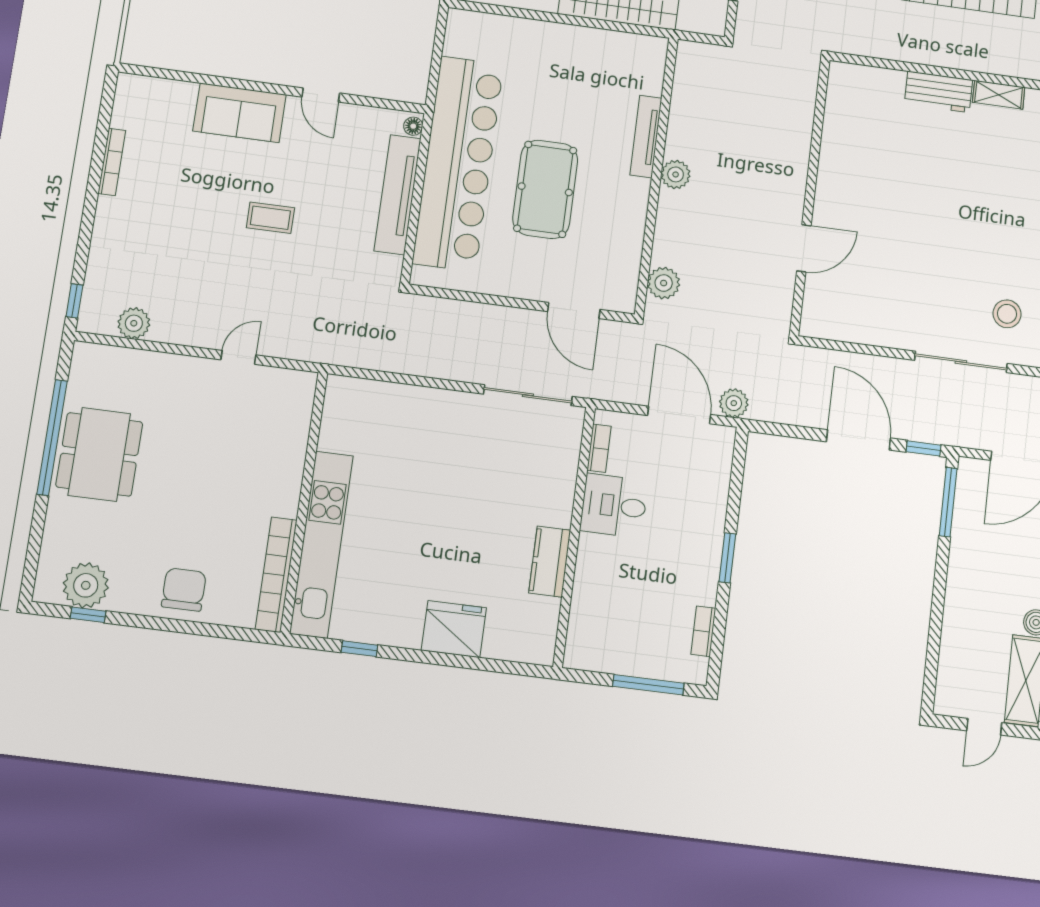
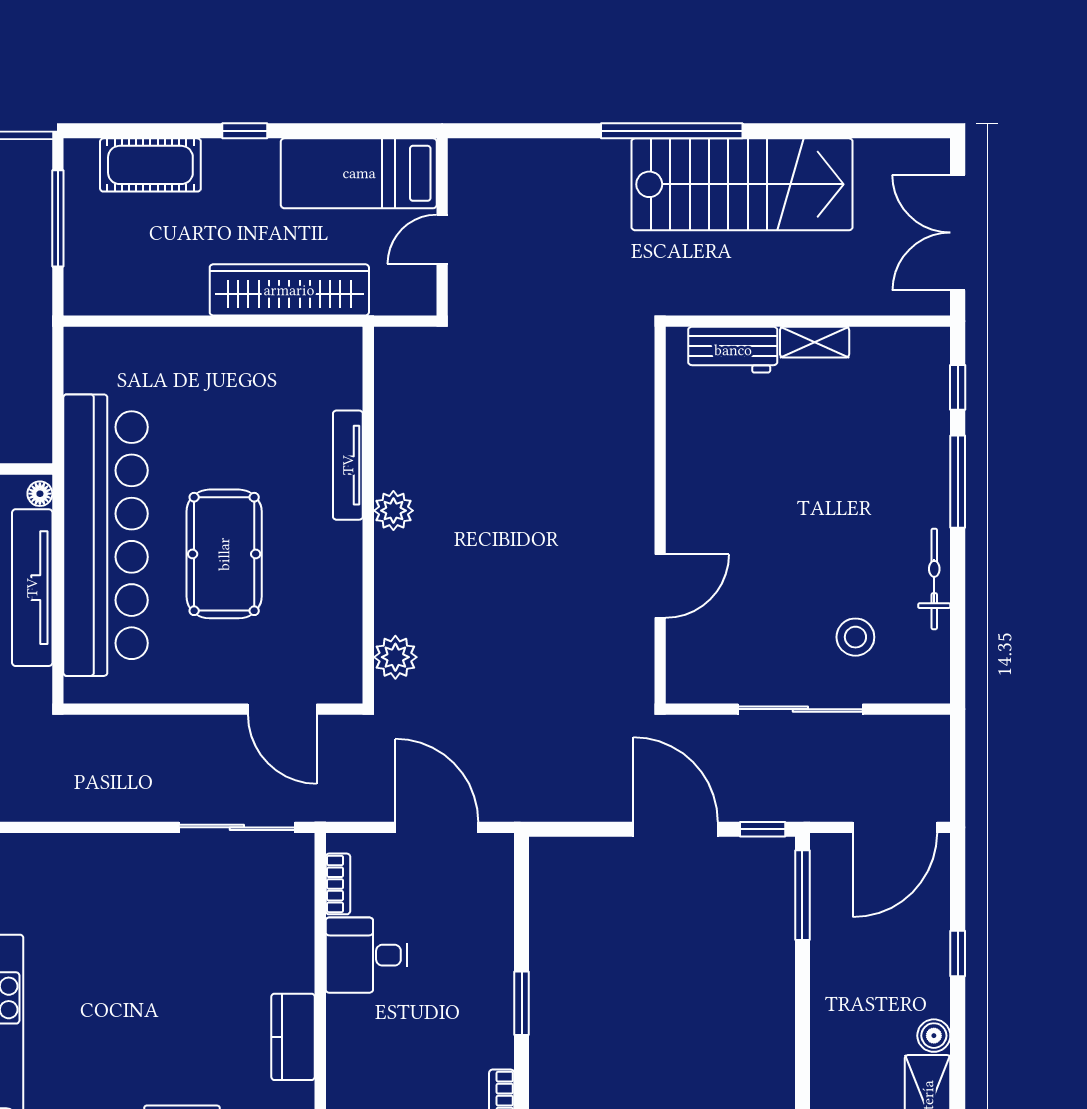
wall: (810, 196) -> (660, 515), moved
door: (804, 248) -> (660, 586), moved
plant: (734, 403) -> (506, 803), removed

